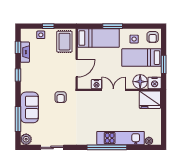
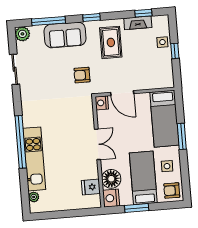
rug: (64, 42) -> (111, 42), moved, turned 90
window: (18, 75) -> (92, 17), moved
nightstand: (96, 84) -> (102, 103), moved
fridge: (150, 100) -> (91, 187), width x0.53, depth x0.75

